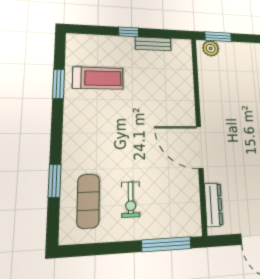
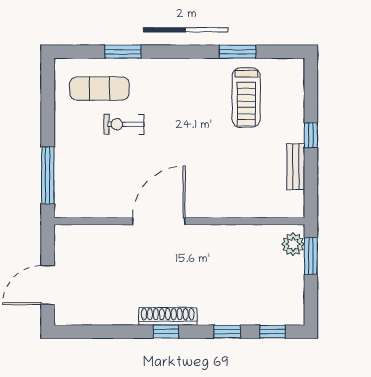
exercise bike: (131, 199) -> (124, 124), moved
dresser: (214, 205) -> (89, 234), removed

